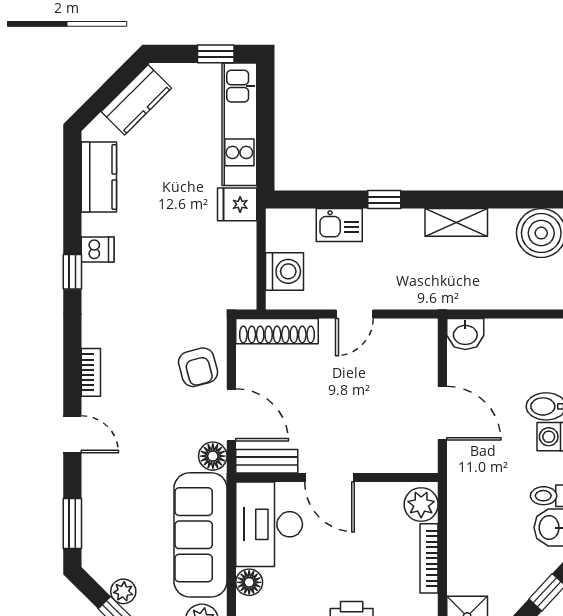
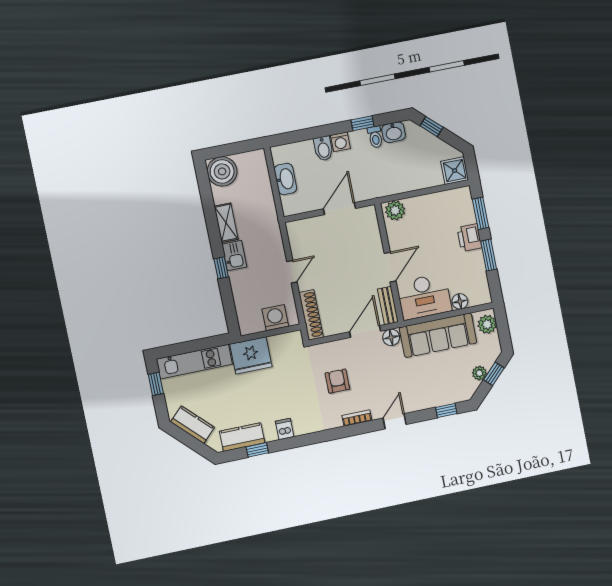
fridge: (237, 204) -> (251, 355), width x1.88, depth x1.34
kitchen sink: (339, 225) -> (234, 256), moved
window: (72, 272) -> (257, 450), moved
door: (354, 314) -> (292, 272), hinge flipped
washbasin: (465, 334) -> (285, 179), moved, width x1.38
armchair: (198, 367) -> (337, 381), moved, turned -75
window: (72, 524) -> (446, 411), width x0.67
bookcase: (429, 558) -> (425, 199), removed

